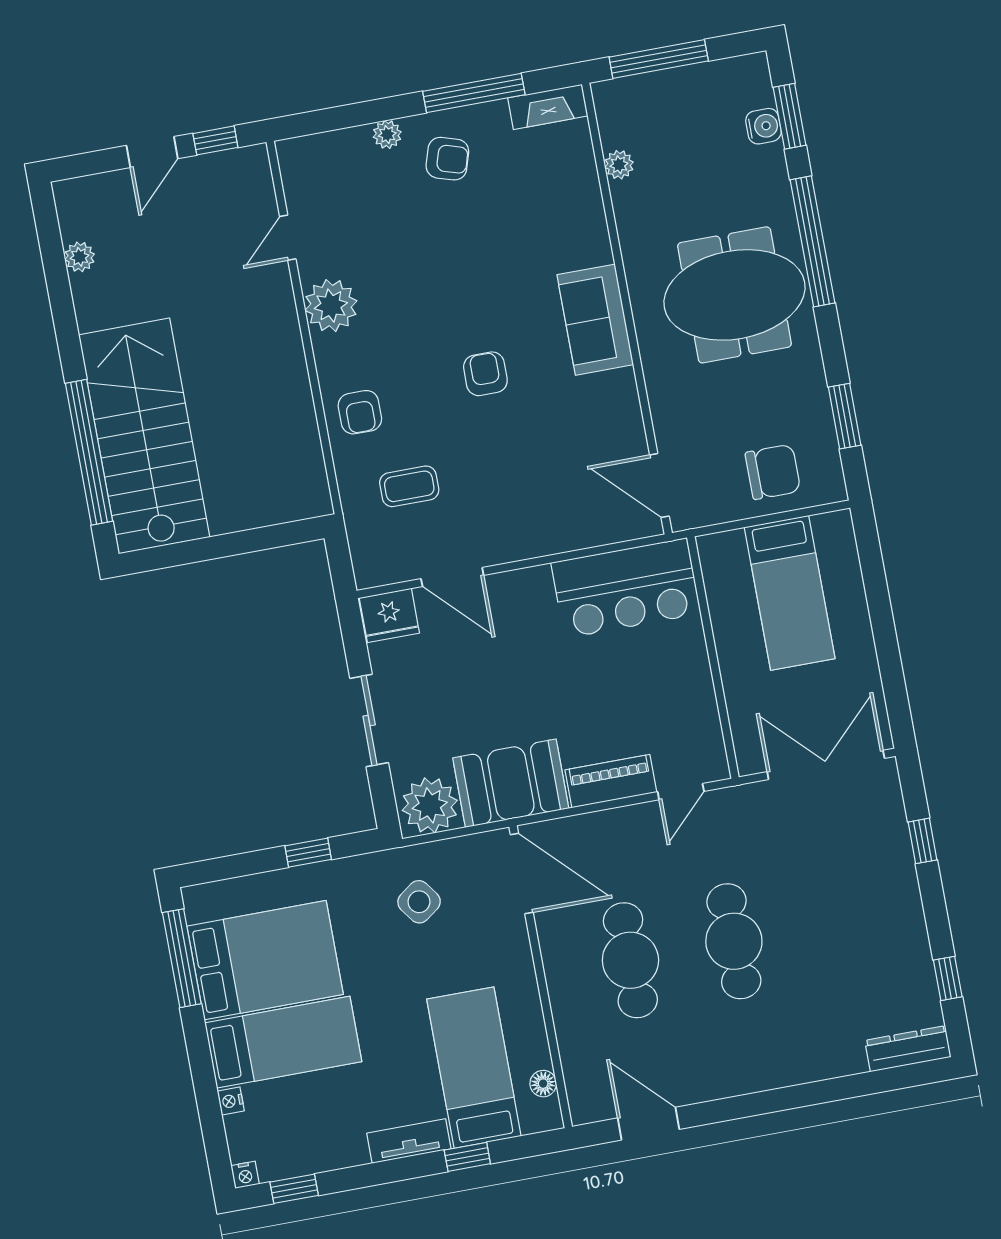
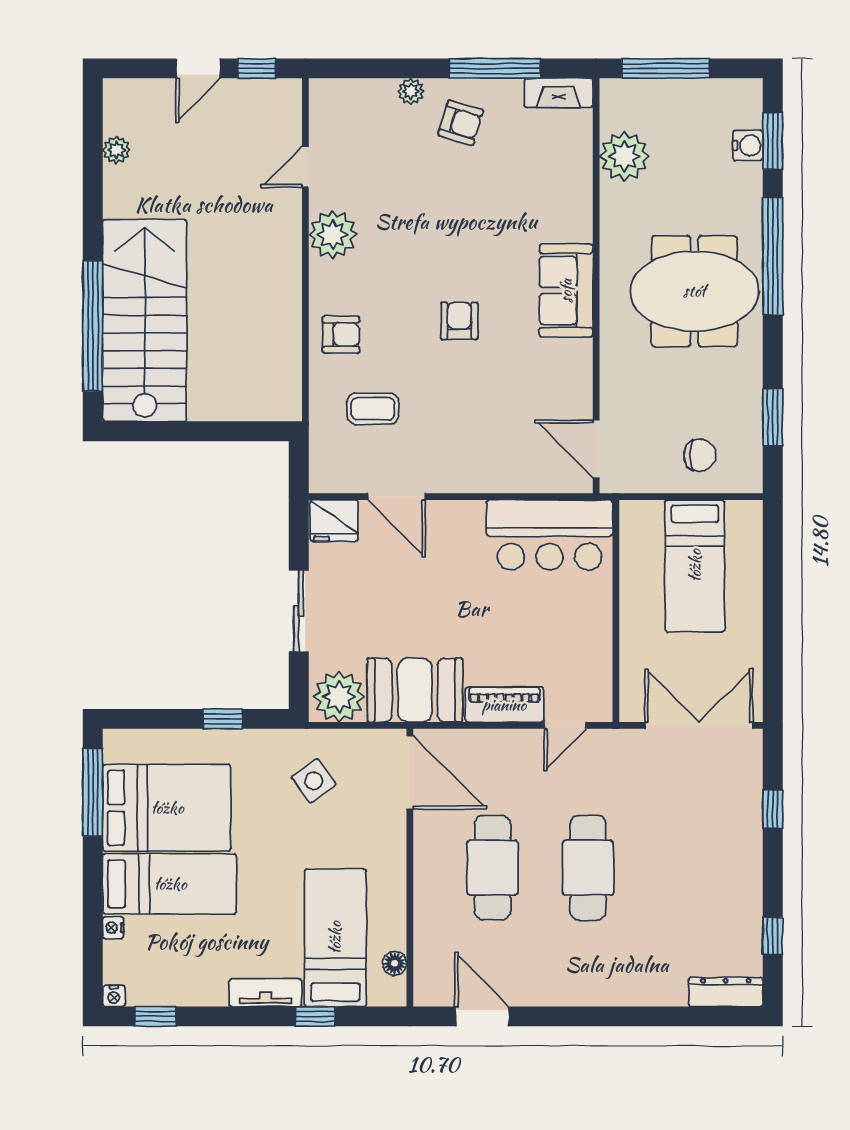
plant: (619, 165) -> (624, 156), width x1.87, depth x1.87
armchair: (360, 412) -> (341, 335), turned -90
chair: (773, 472) -> (700, 455), width x0.73, depth x0.73

